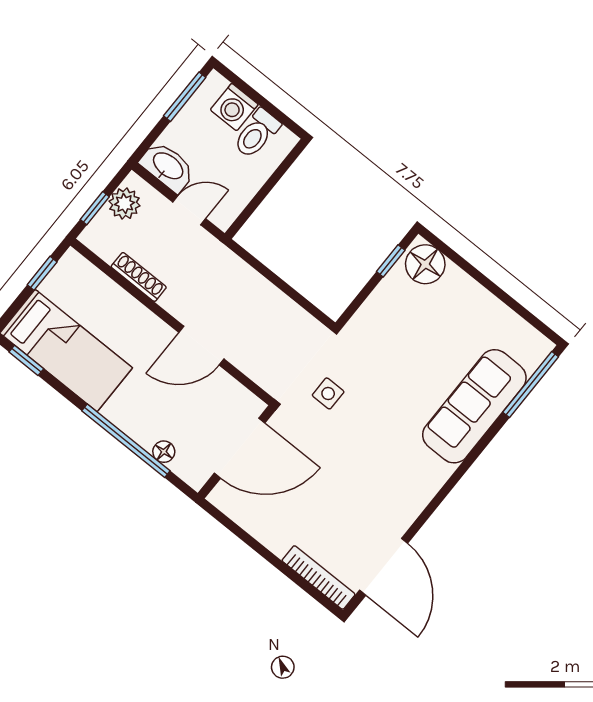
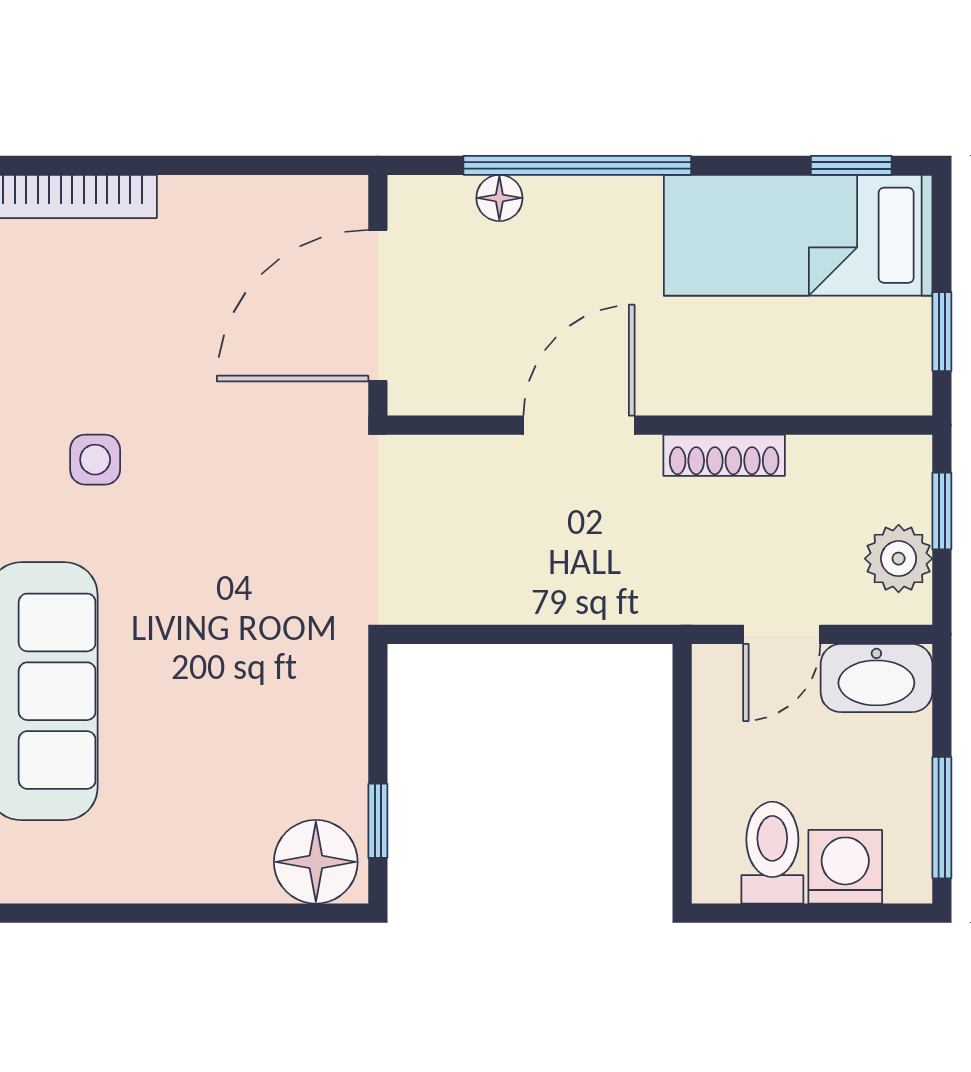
shoe rack: (139, 277) -> (724, 455), moved
side table: (328, 393) -> (95, 460), moved

